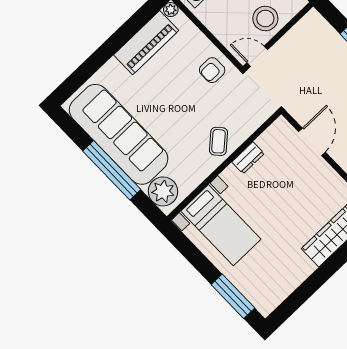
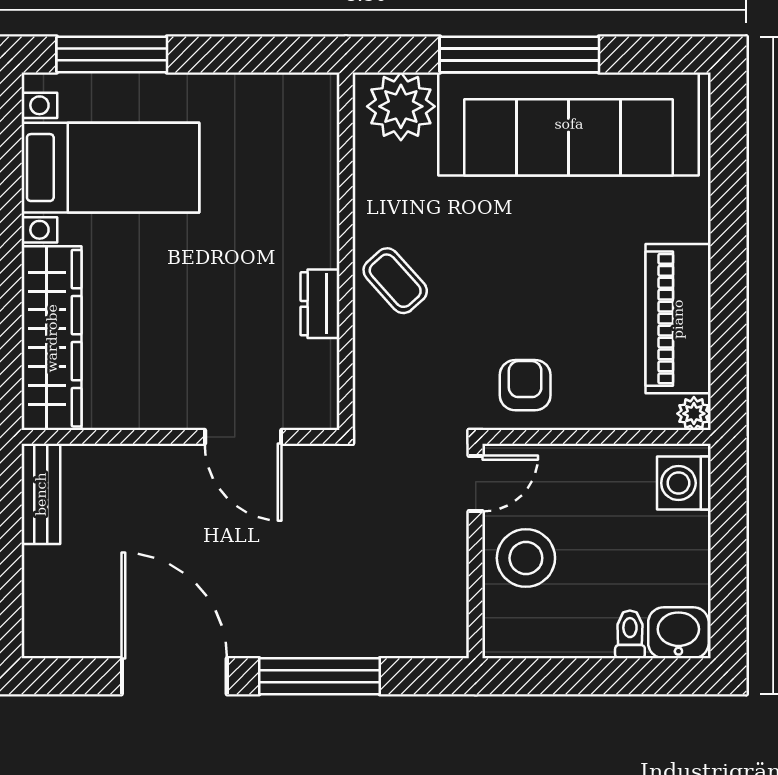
bed with nightstands: (221, 225) -> (110, 168), moved, turned 180

